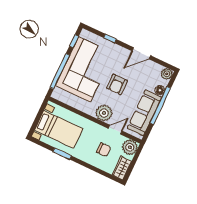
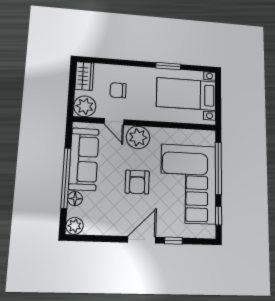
door: (141, 53) -> (142, 240), moved
armchair: (117, 84) -> (137, 182), turned 180
door: (115, 130) -> (114, 122), hinge flipped

